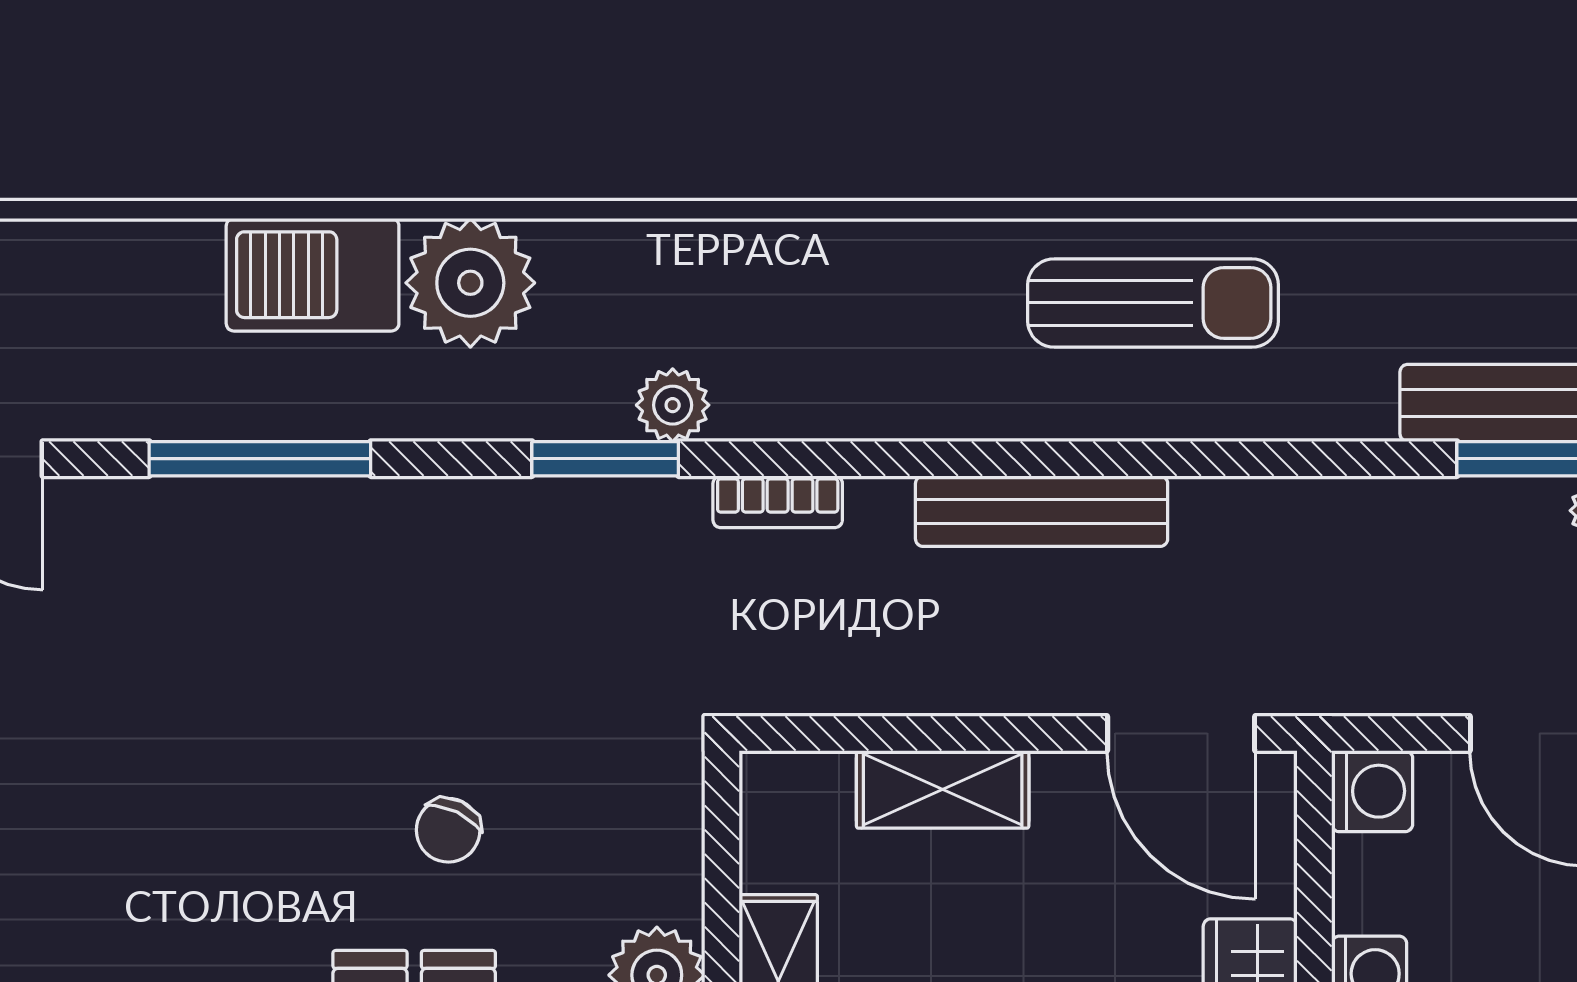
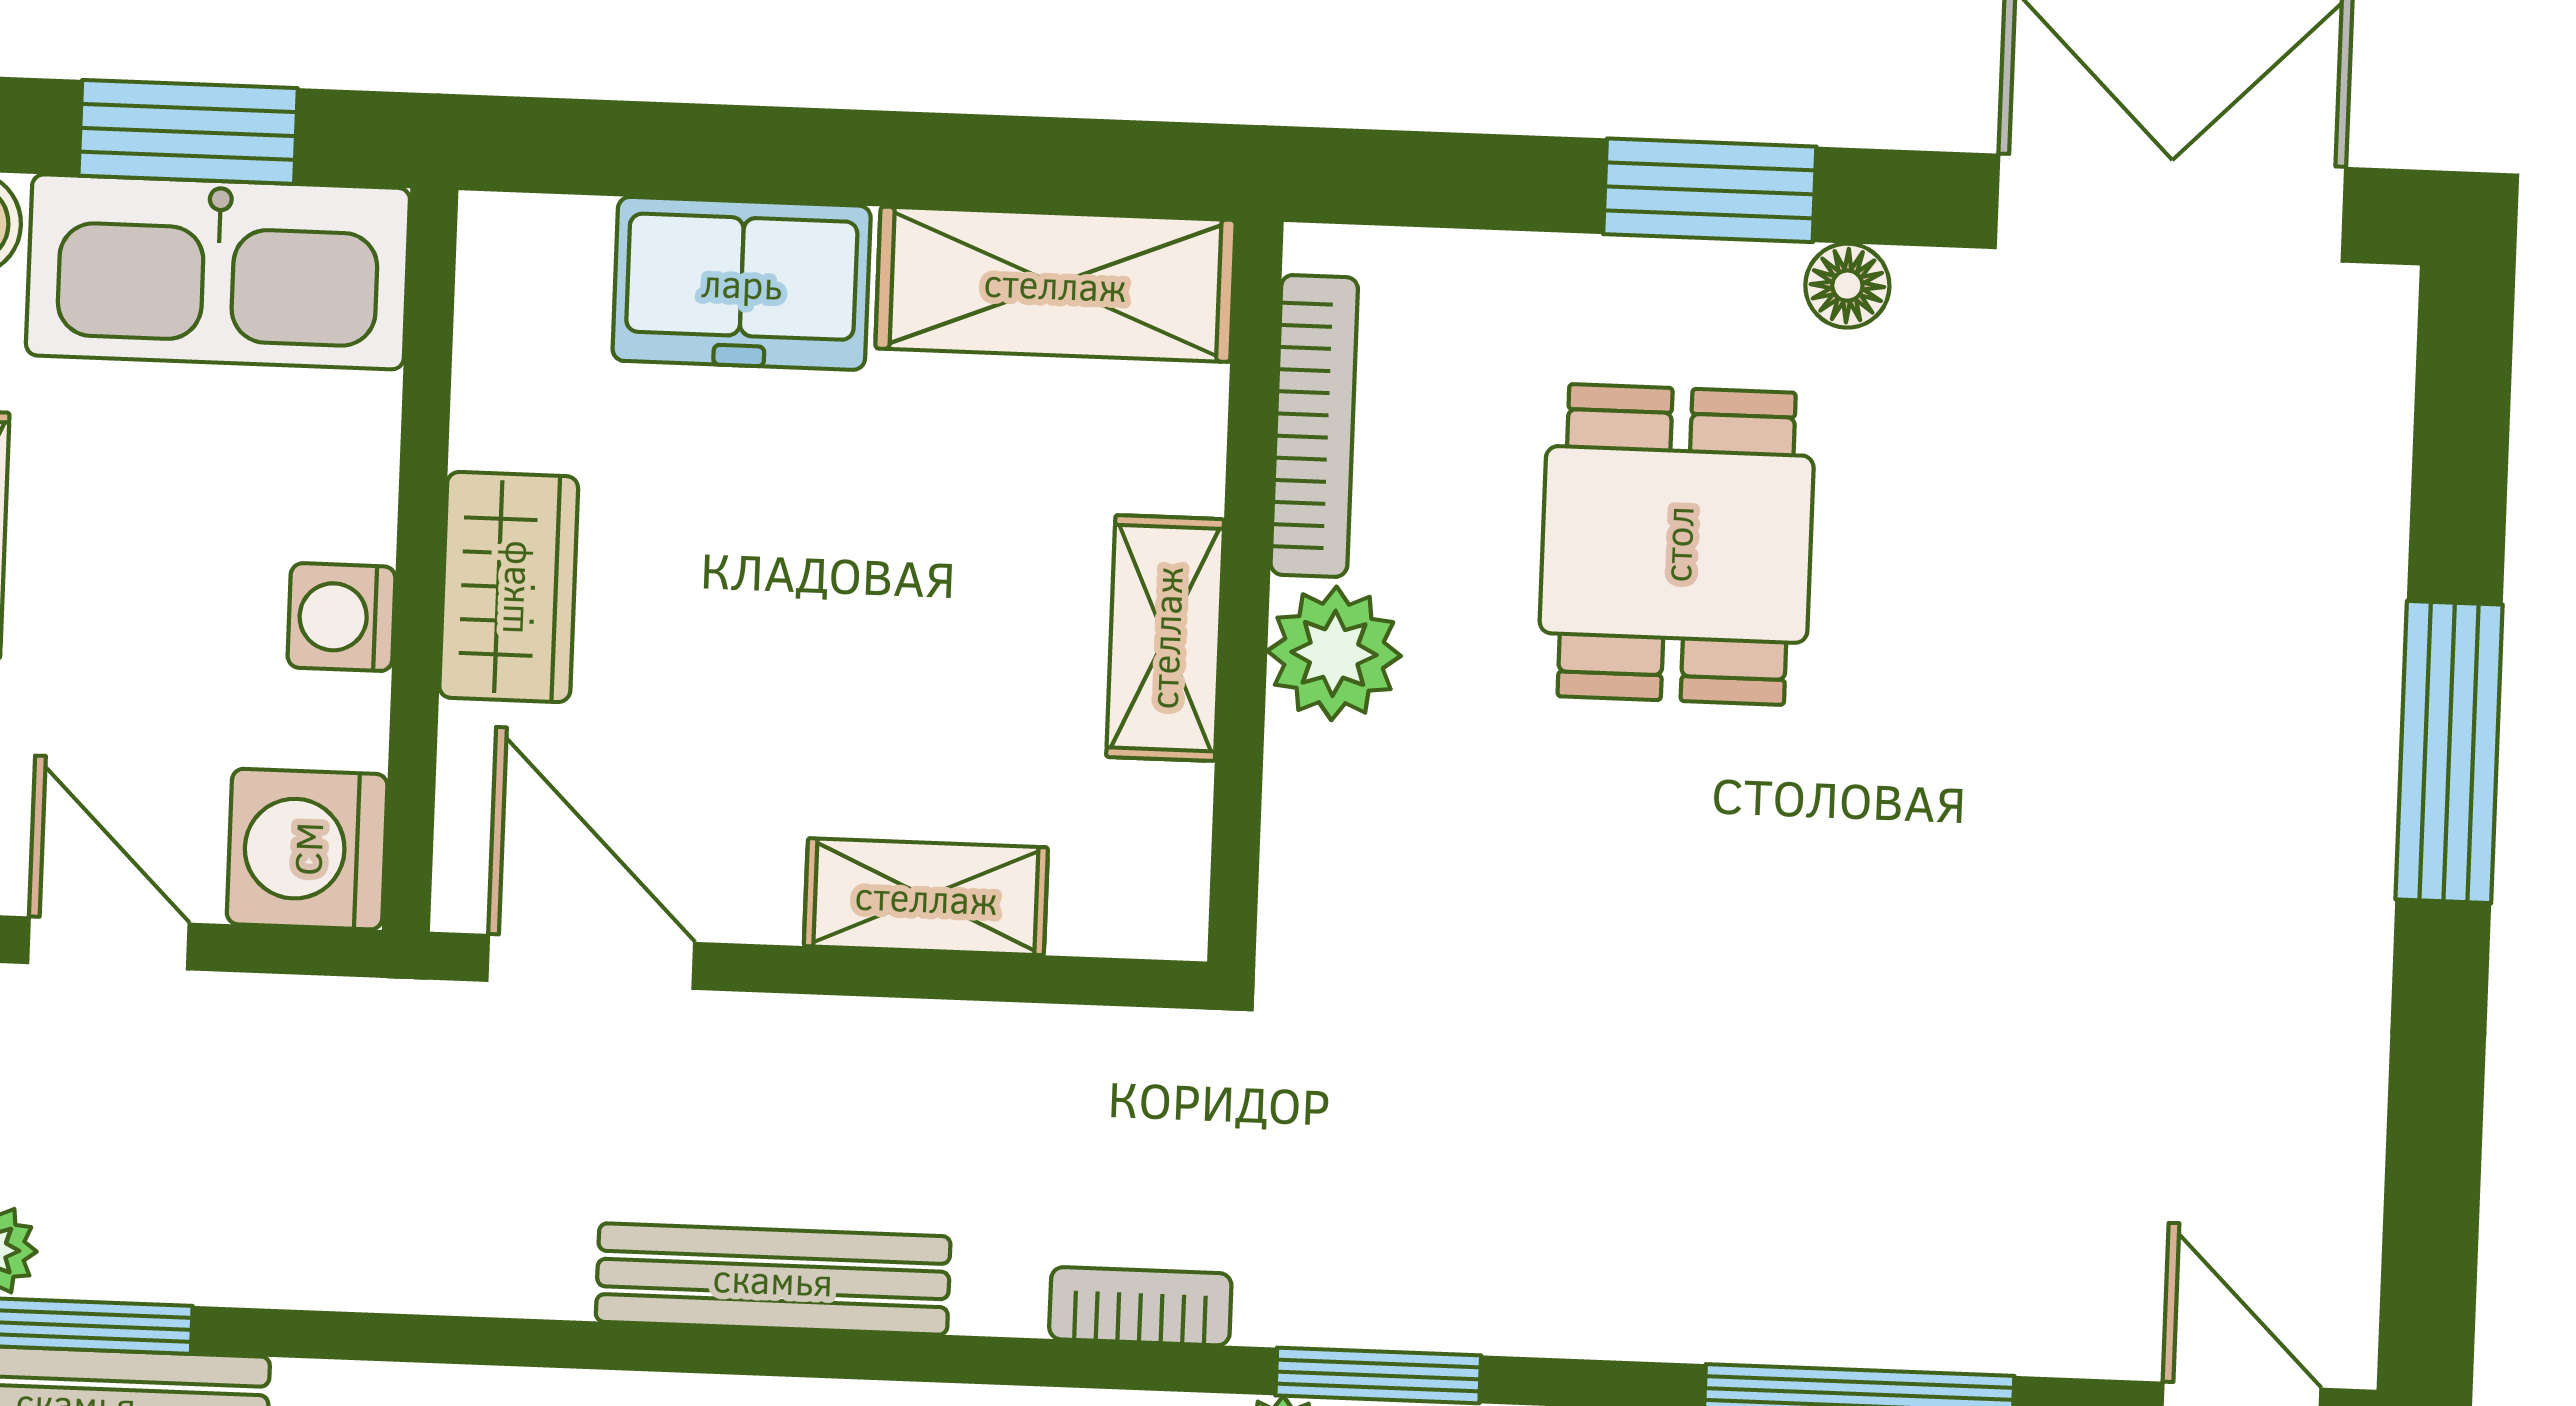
washing machine: (1372, 791) -> (307, 849), width x1.38, depth x1.38
chair: (448, 830) -> (1617, 866), removed

